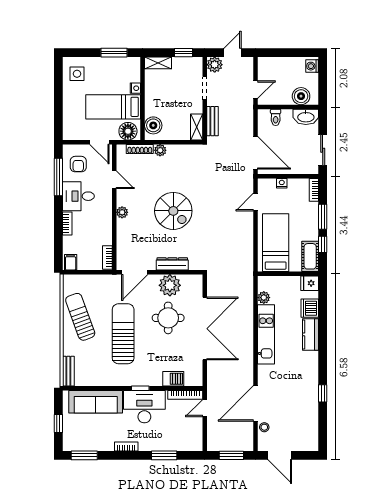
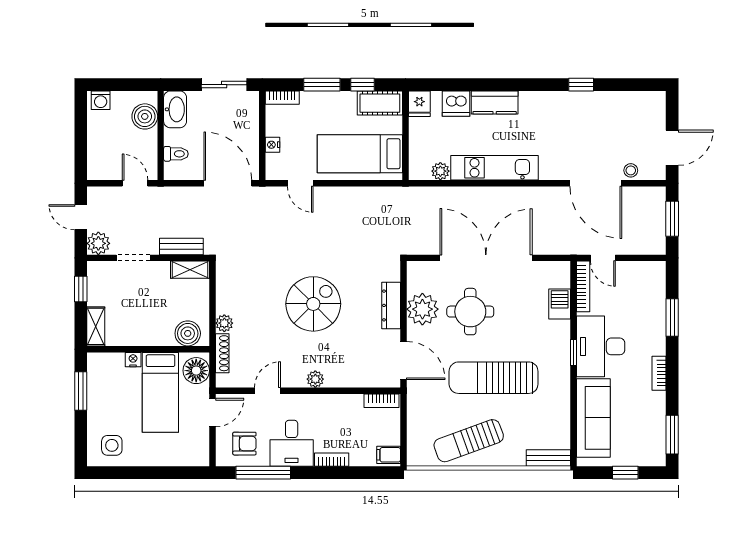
door: (256, 153) -> (228, 183), hinge flipped

